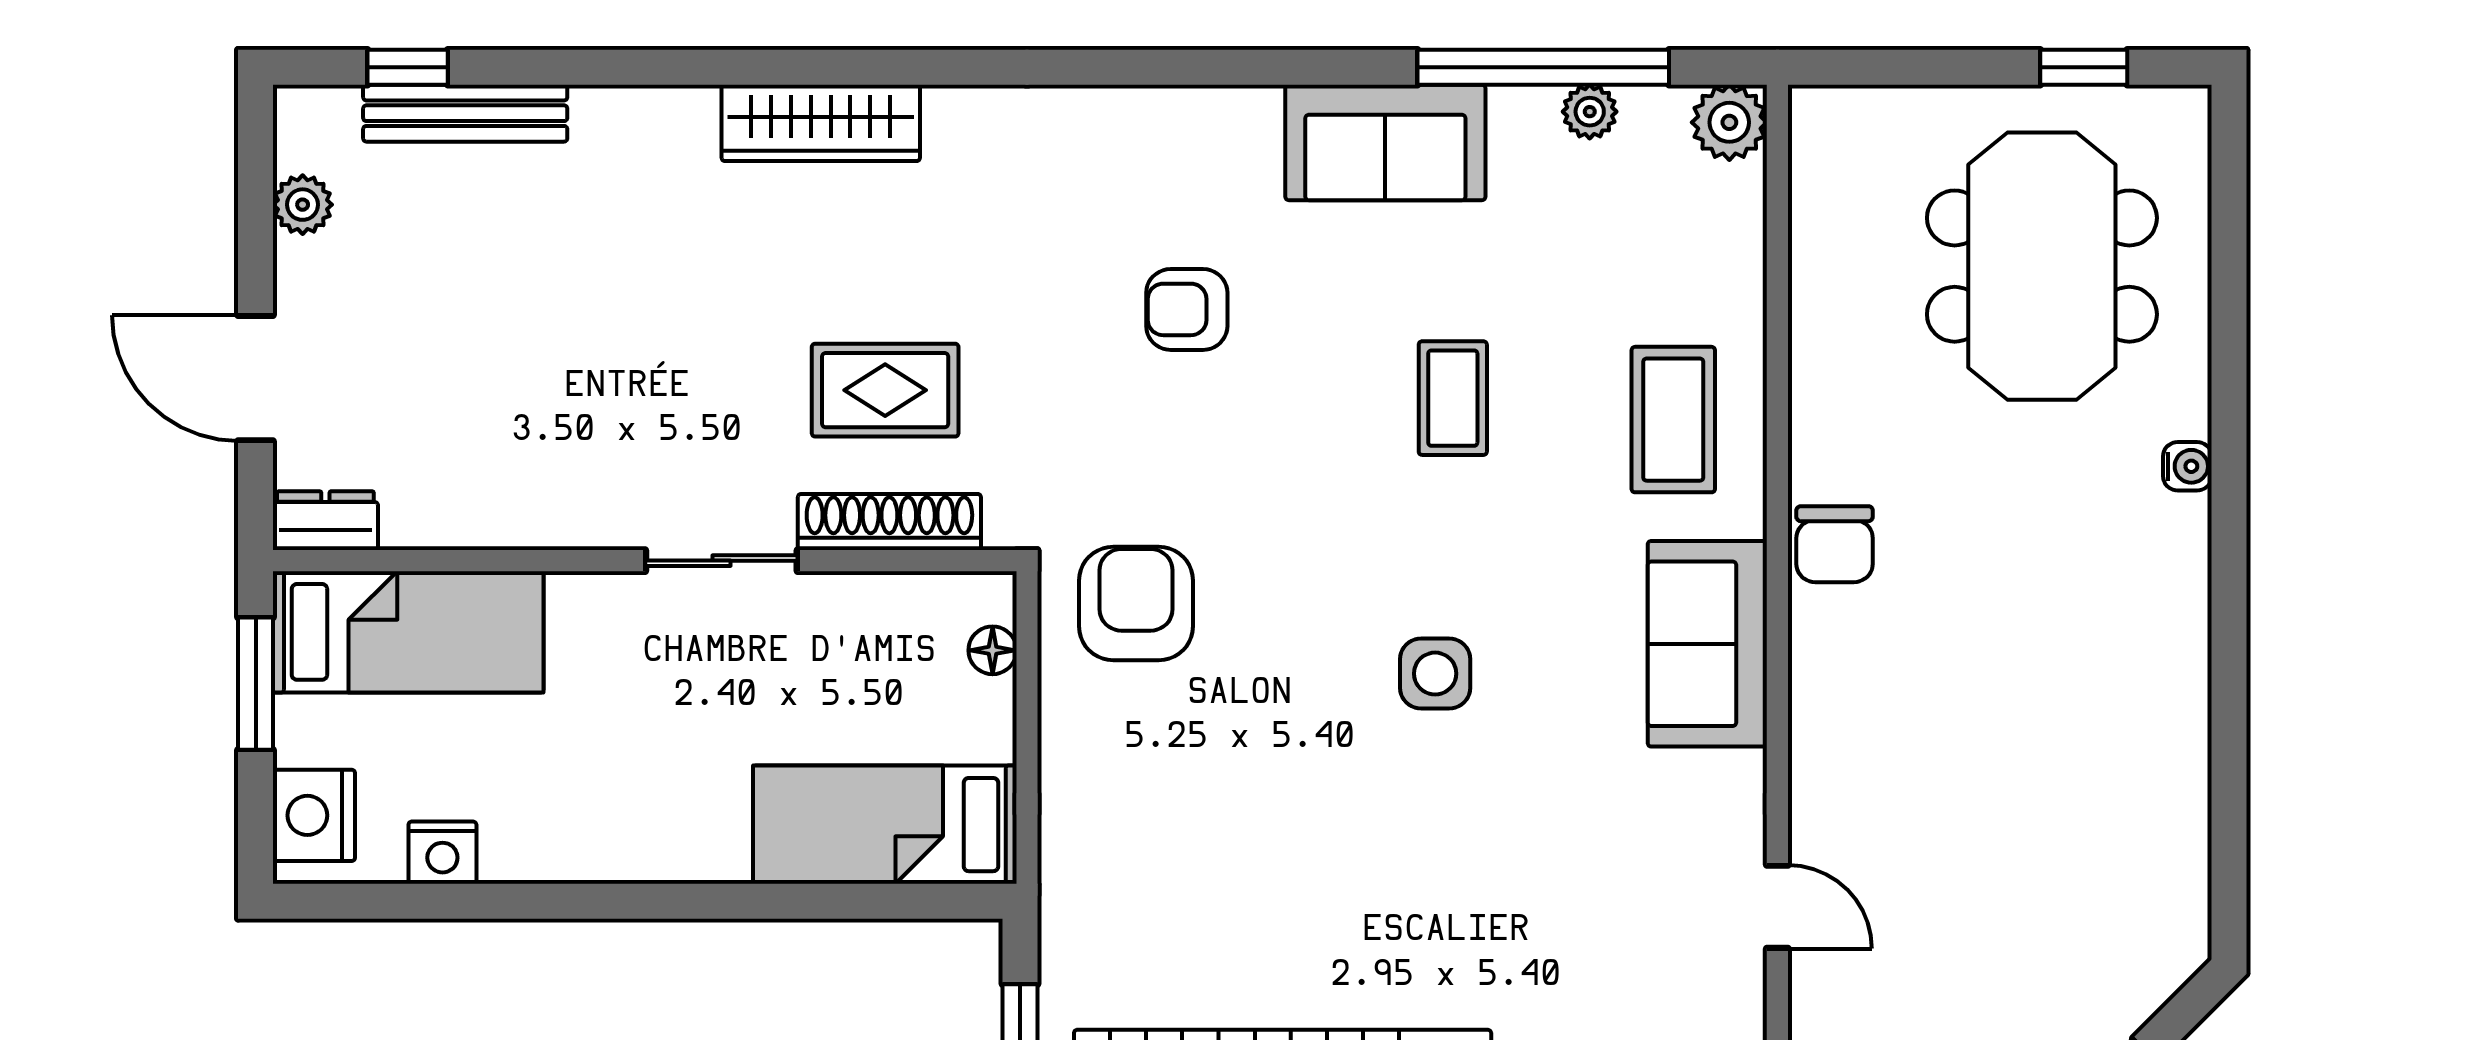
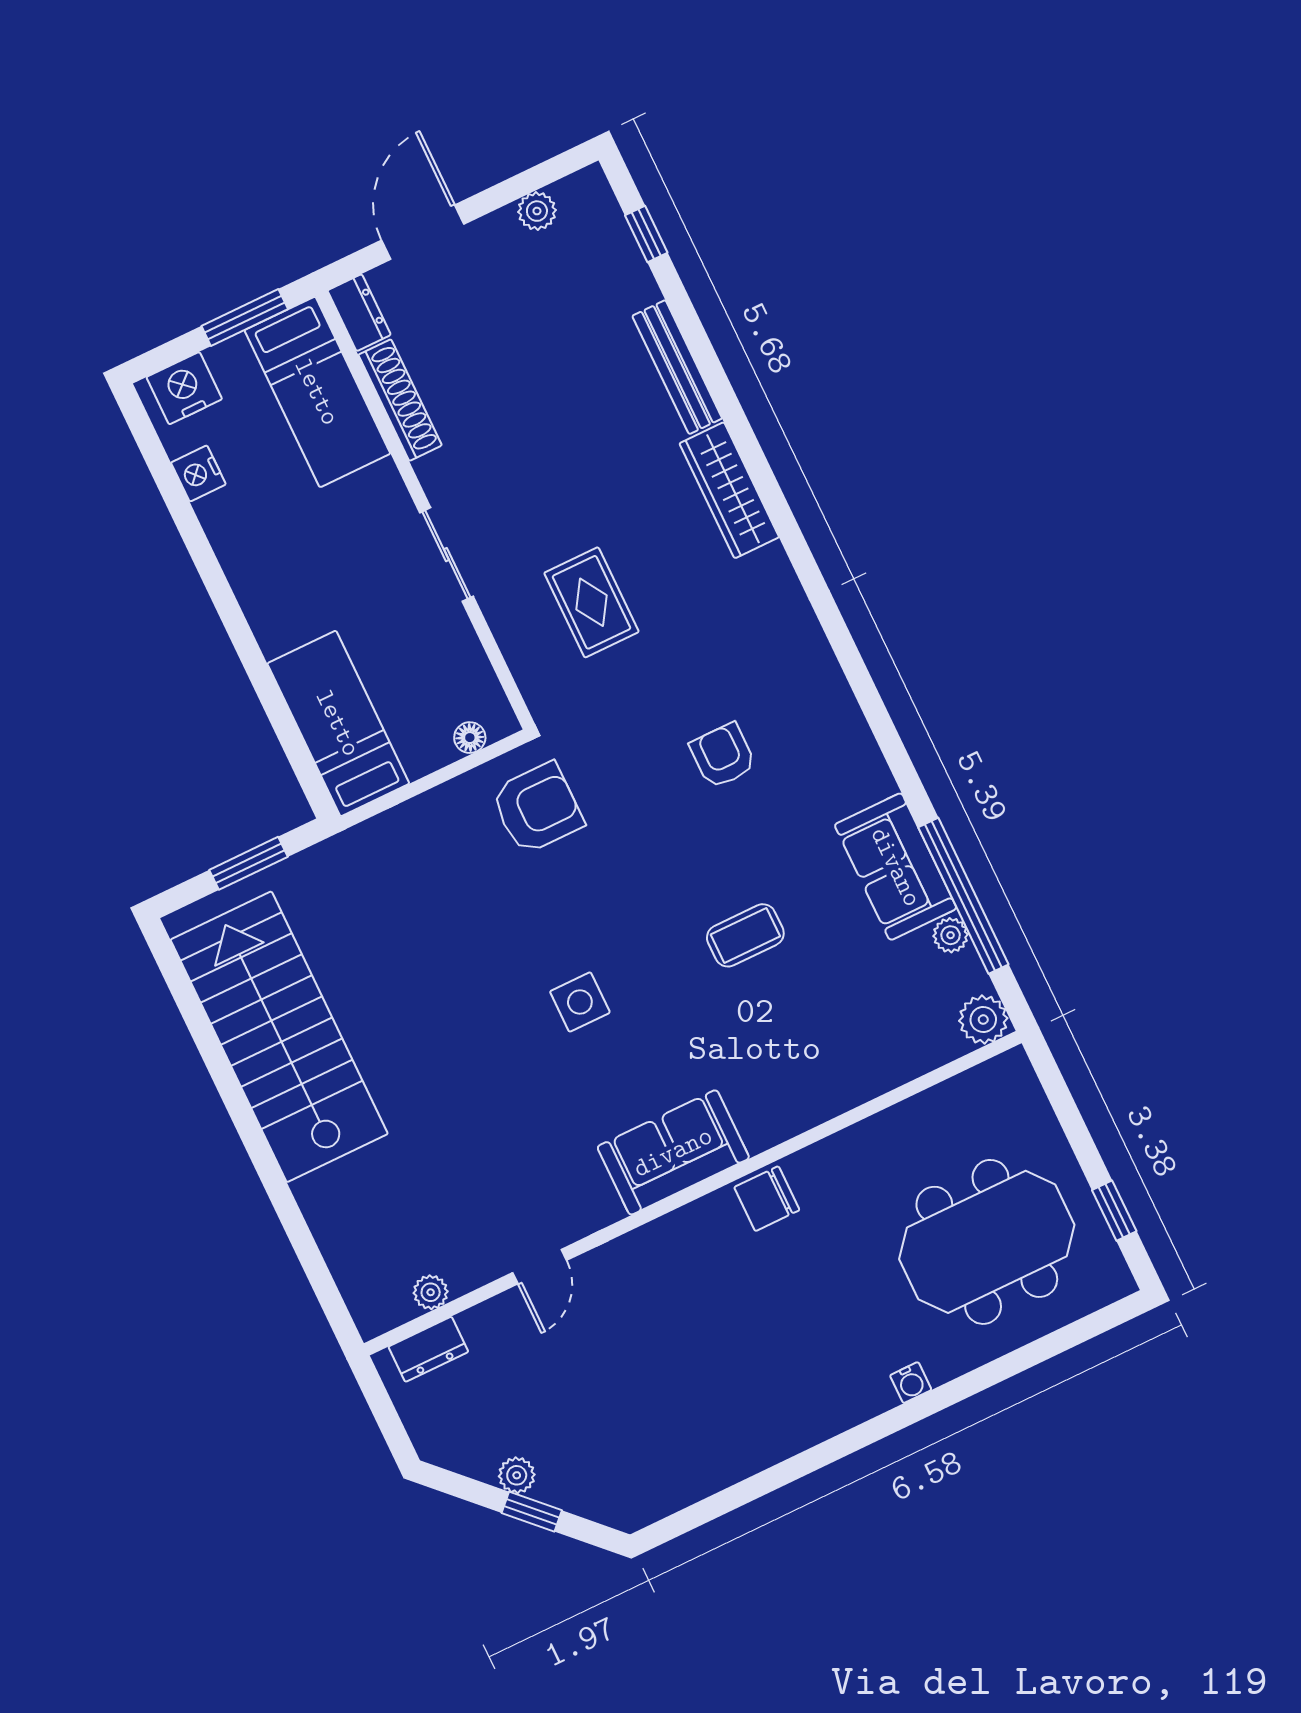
bench: (465, 113) -> (677, 367), moved
sofa: (1385, 142) -> (896, 867), moved
coffee table: (1673, 420) -> (794, 1070), removed
shoe rack: (889, 522) -> (400, 400), moved

